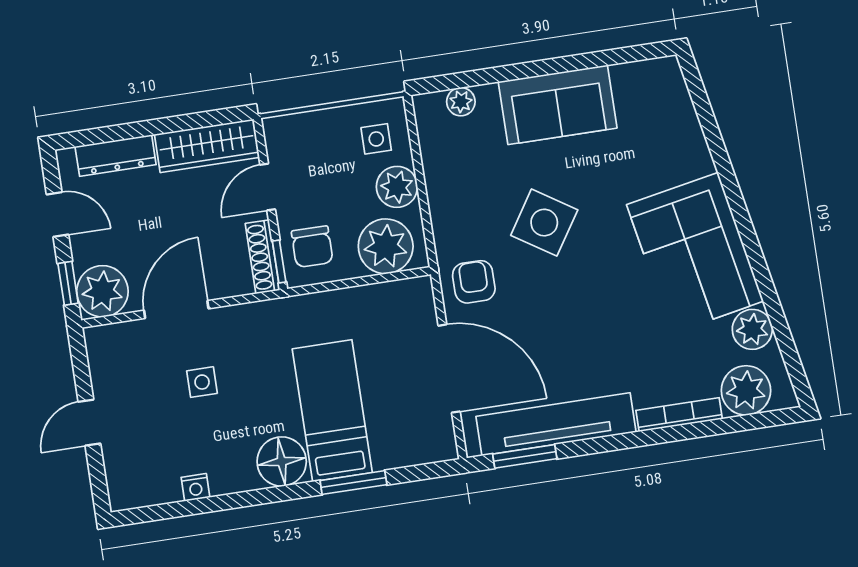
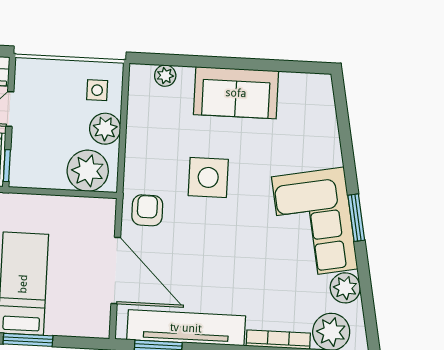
side table: (544, 223) -> (208, 177), turned -33
window: (748, 235) -> (356, 218), added
chair: (312, 247) -> (33, 160), removed

